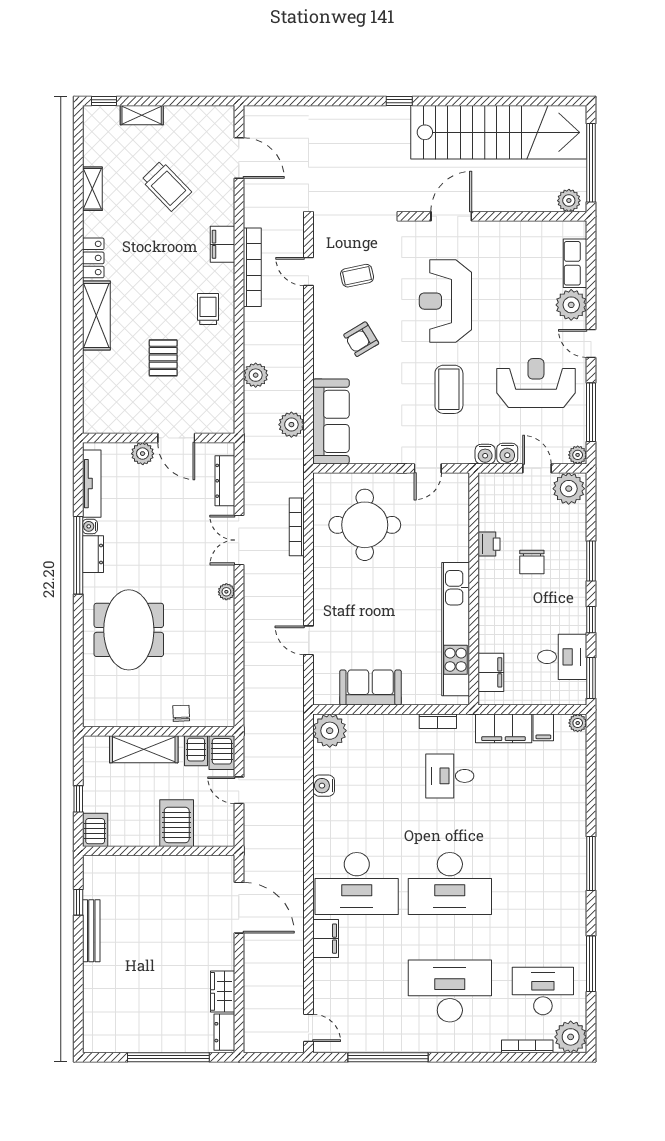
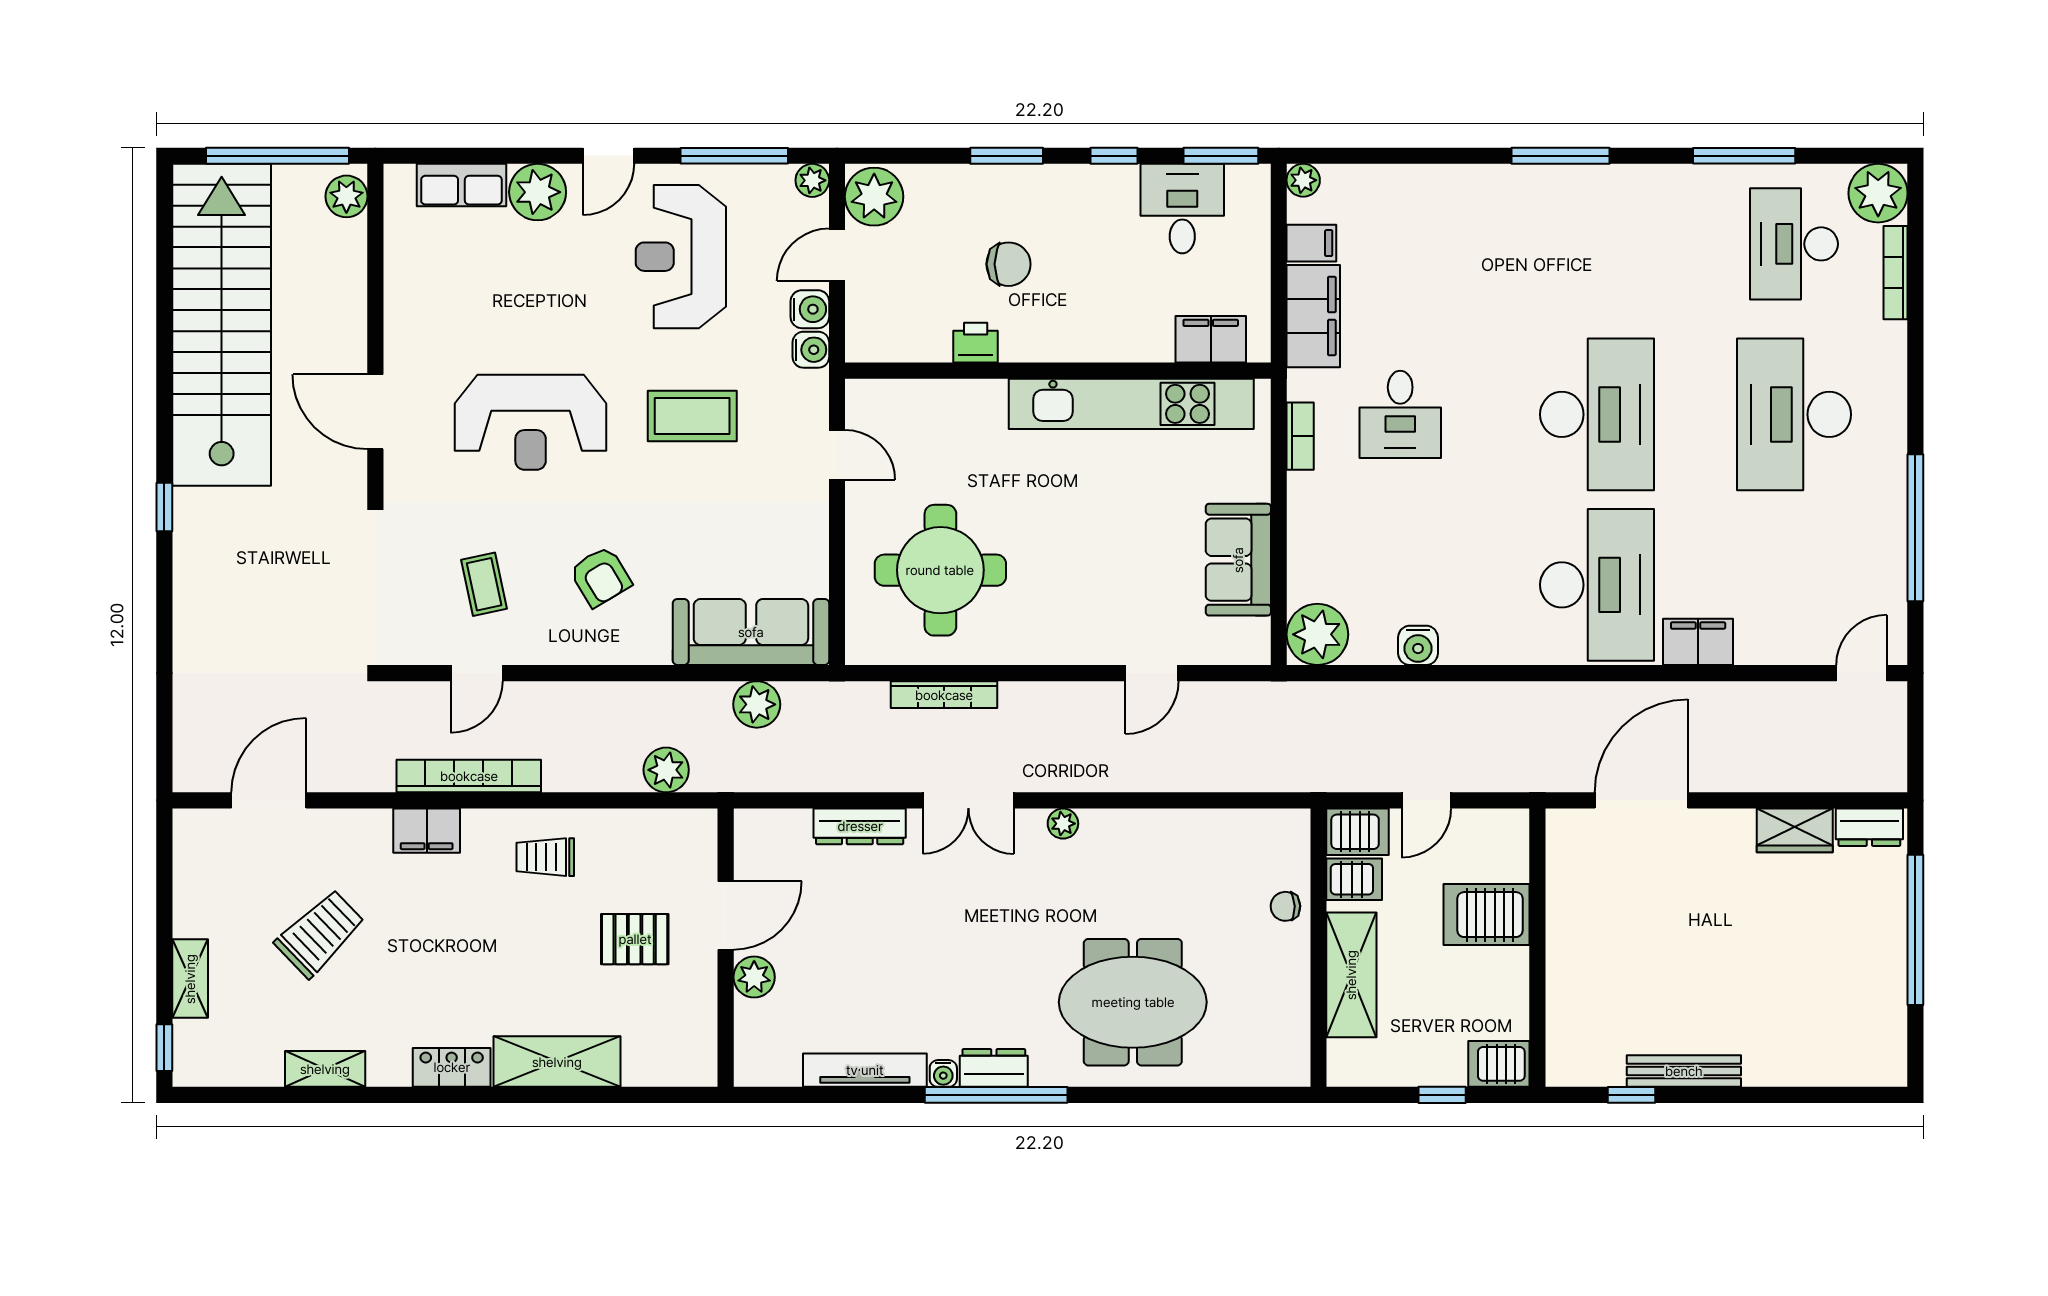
wall: (159, 438) -> (726, 948), moved
door: (176, 438) -> (726, 915), moved
plant: (143, 454) -> (754, 977), moved

